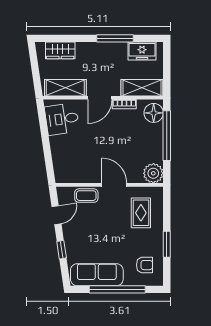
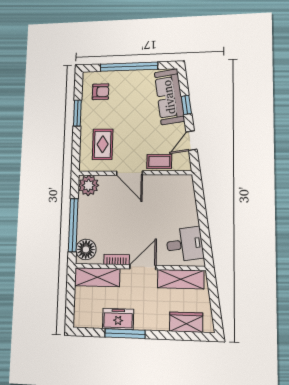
freezer: (142, 51) -> (118, 319), moved
armchair: (144, 265) -> (101, 92), turned 180
sofa: (97, 275) -> (169, 97), moved, turned 82

